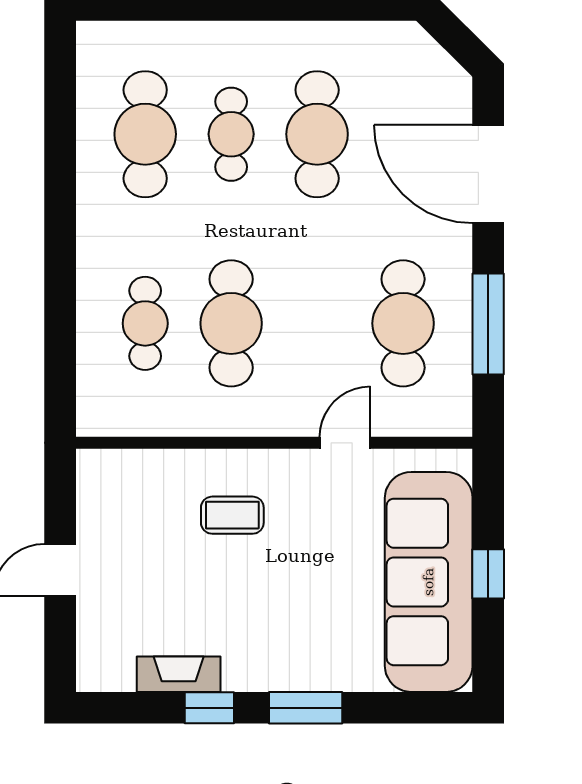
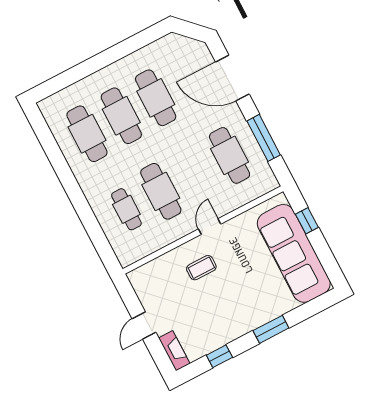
cafe table: (231, 134) -> (121, 116), width x1.37, depth x1.35
door: (345, 443) -> (210, 227), moved
window: (488, 574) -> (307, 221), moved
fireplace: (179, 674) -> (174, 351), moved, turned 90
window: (209, 708) -> (219, 356), moved

